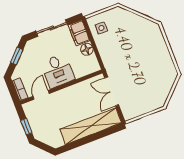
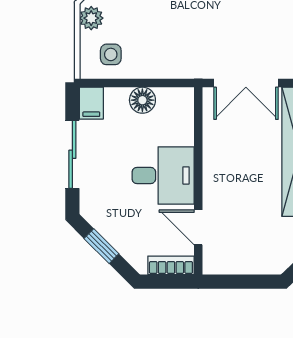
plant: (114, 13) -> (91, 18), added
filing cabinet: (79, 33) -> (91, 103), width x0.50
window: (26, 127) -> (250, 282), removed

